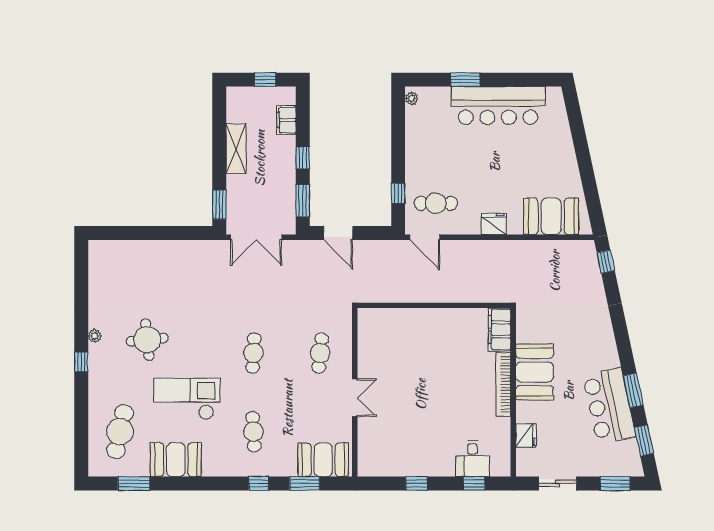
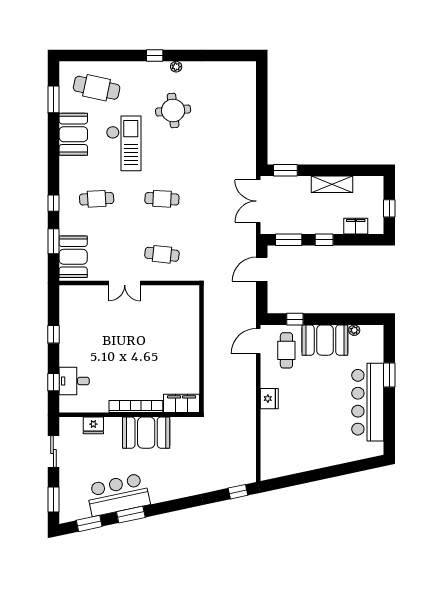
plant: (411, 98) -> (354, 330), moved
booth: (551, 216) -> (325, 340), moved, turned 90

